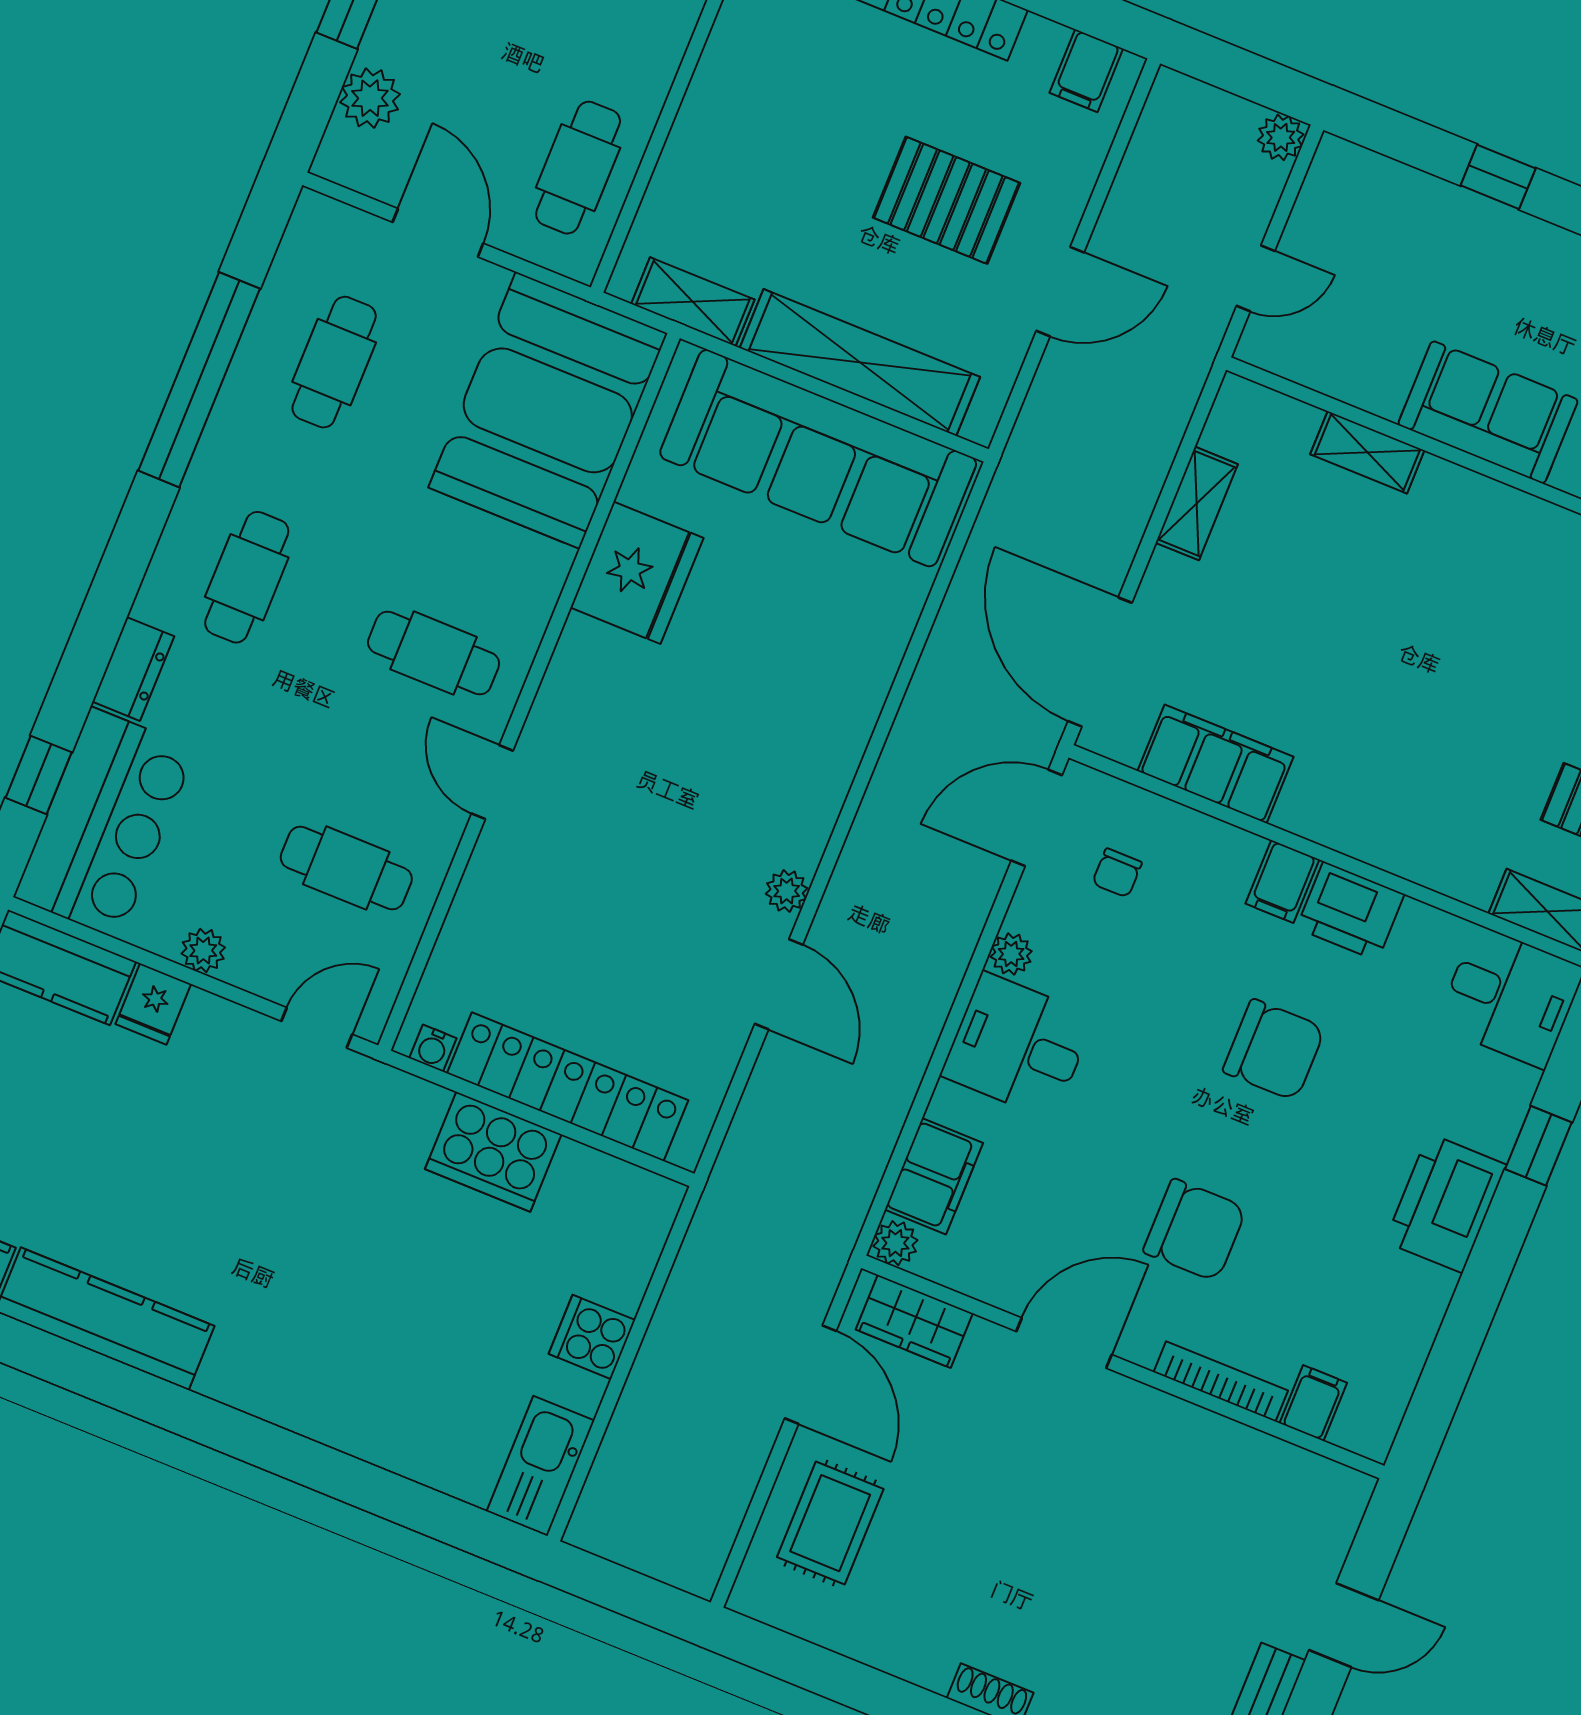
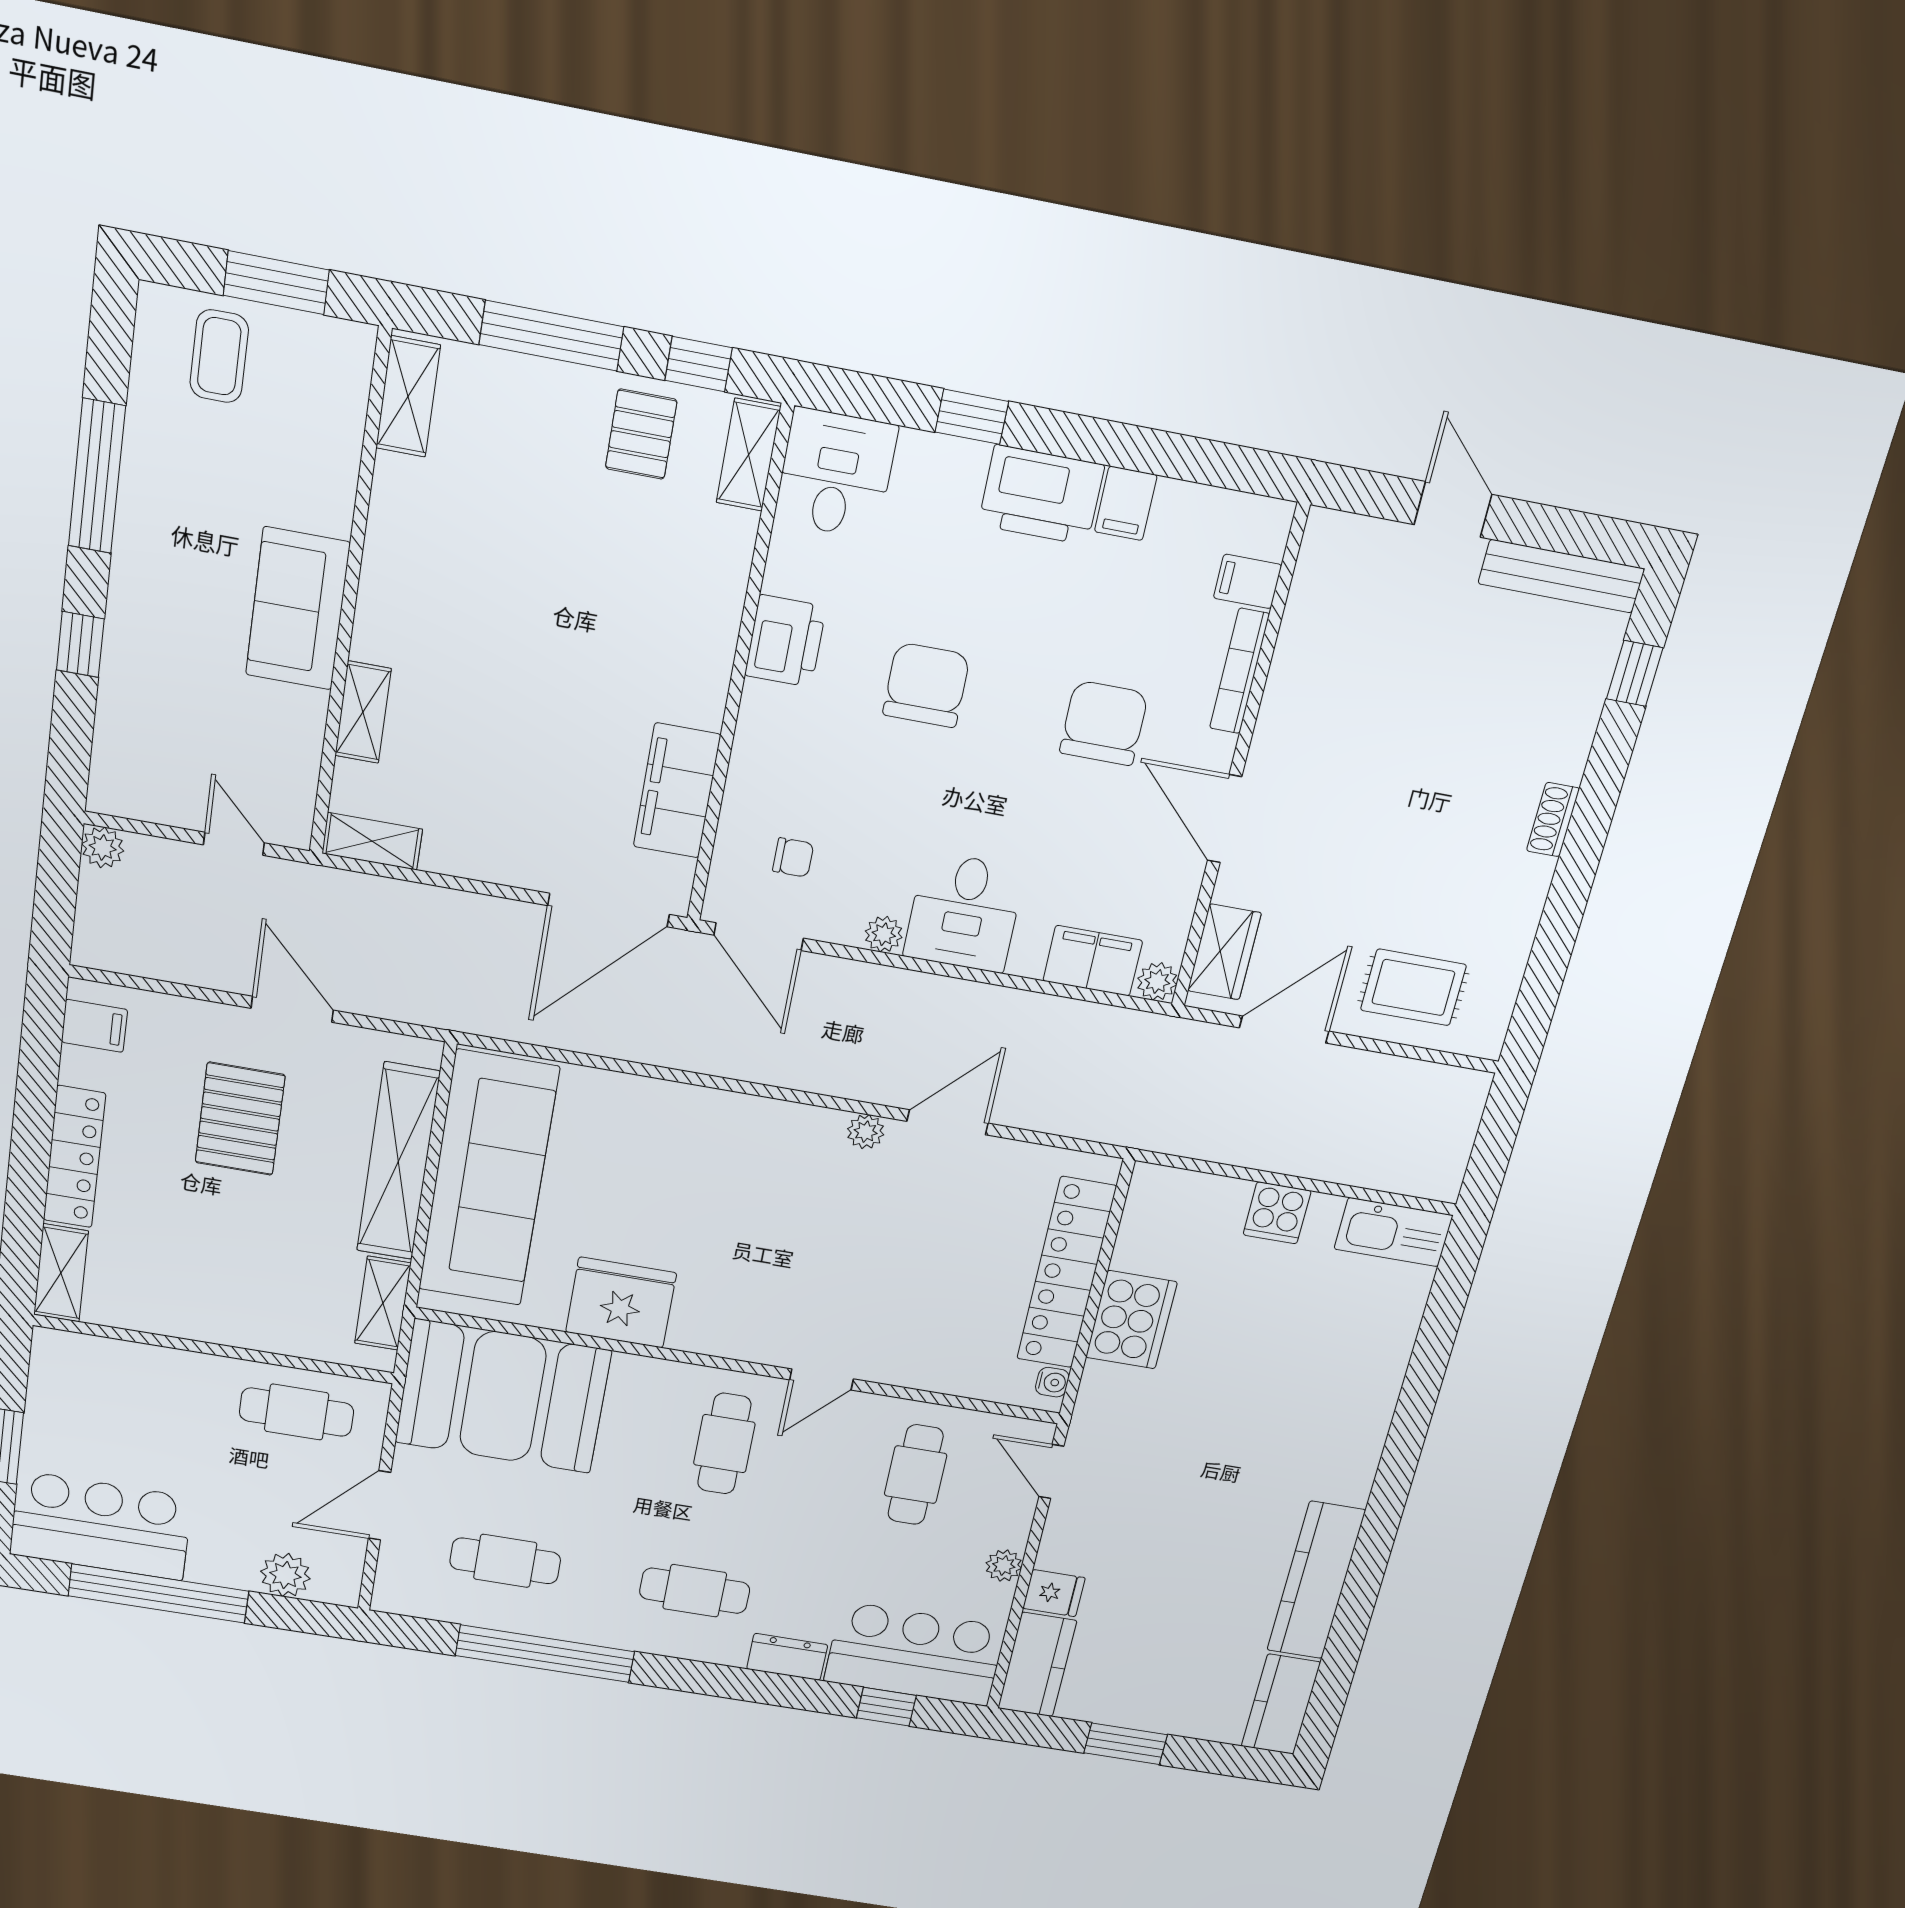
shelving: (1197, 503) -> (372, 841), moved
filing cabinet: (1282, 882) -> (1126, 503), moved, turned 90

